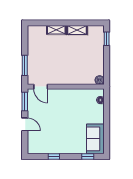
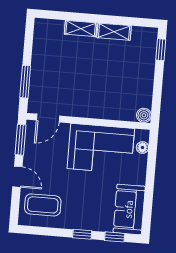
door: (41, 87) -> (48, 118), hinge flipped
corner sofa: (75, 103) -> (101, 149), added
coffee table: (42, 140) -> (43, 205), added
window: (54, 157) -> (82, 234), moved

